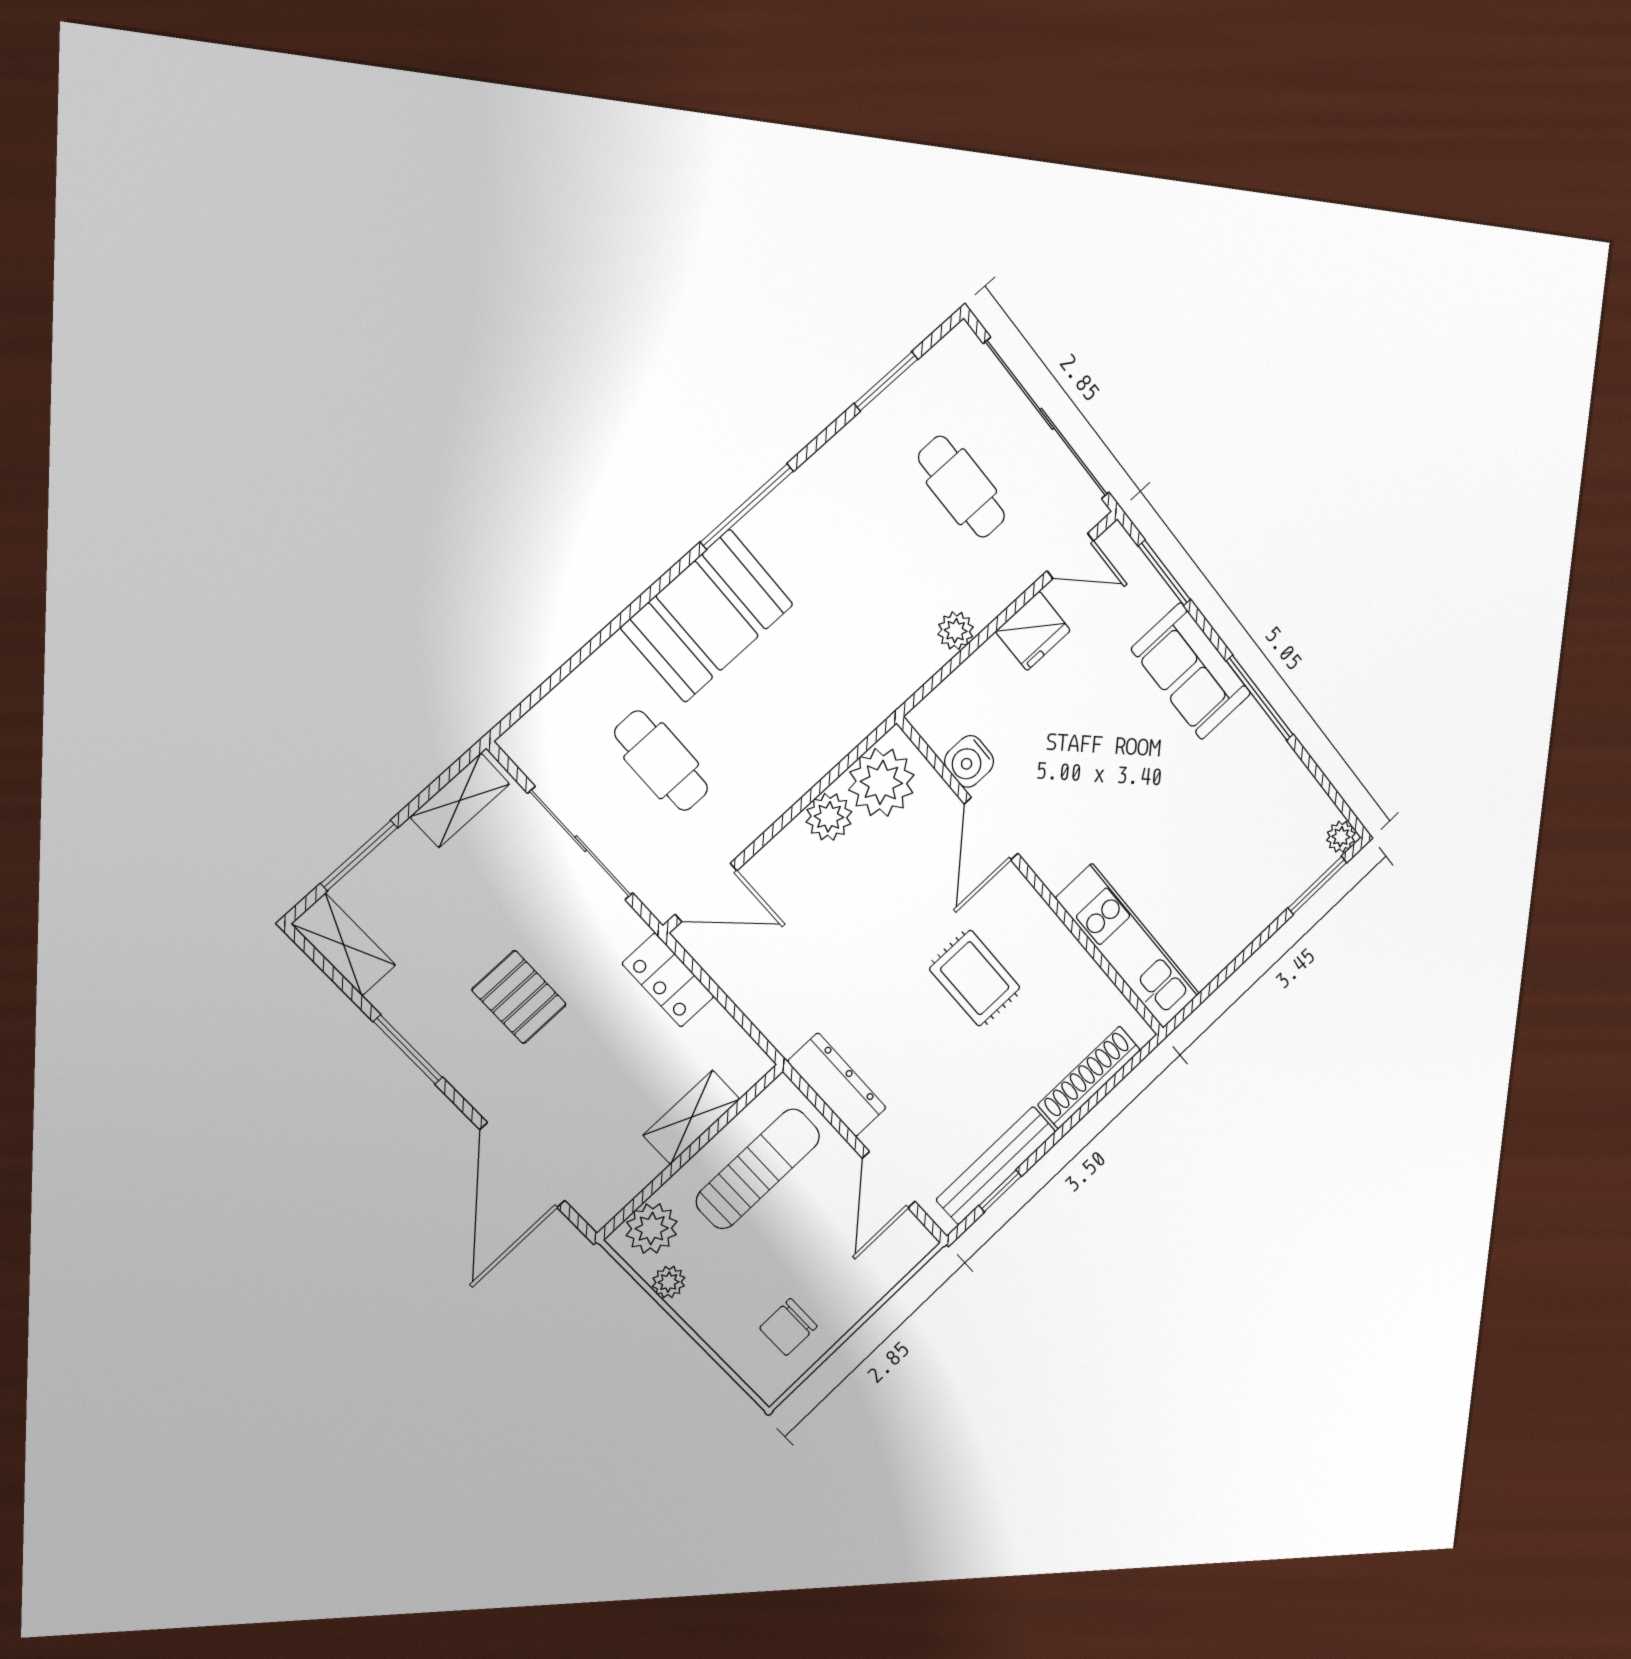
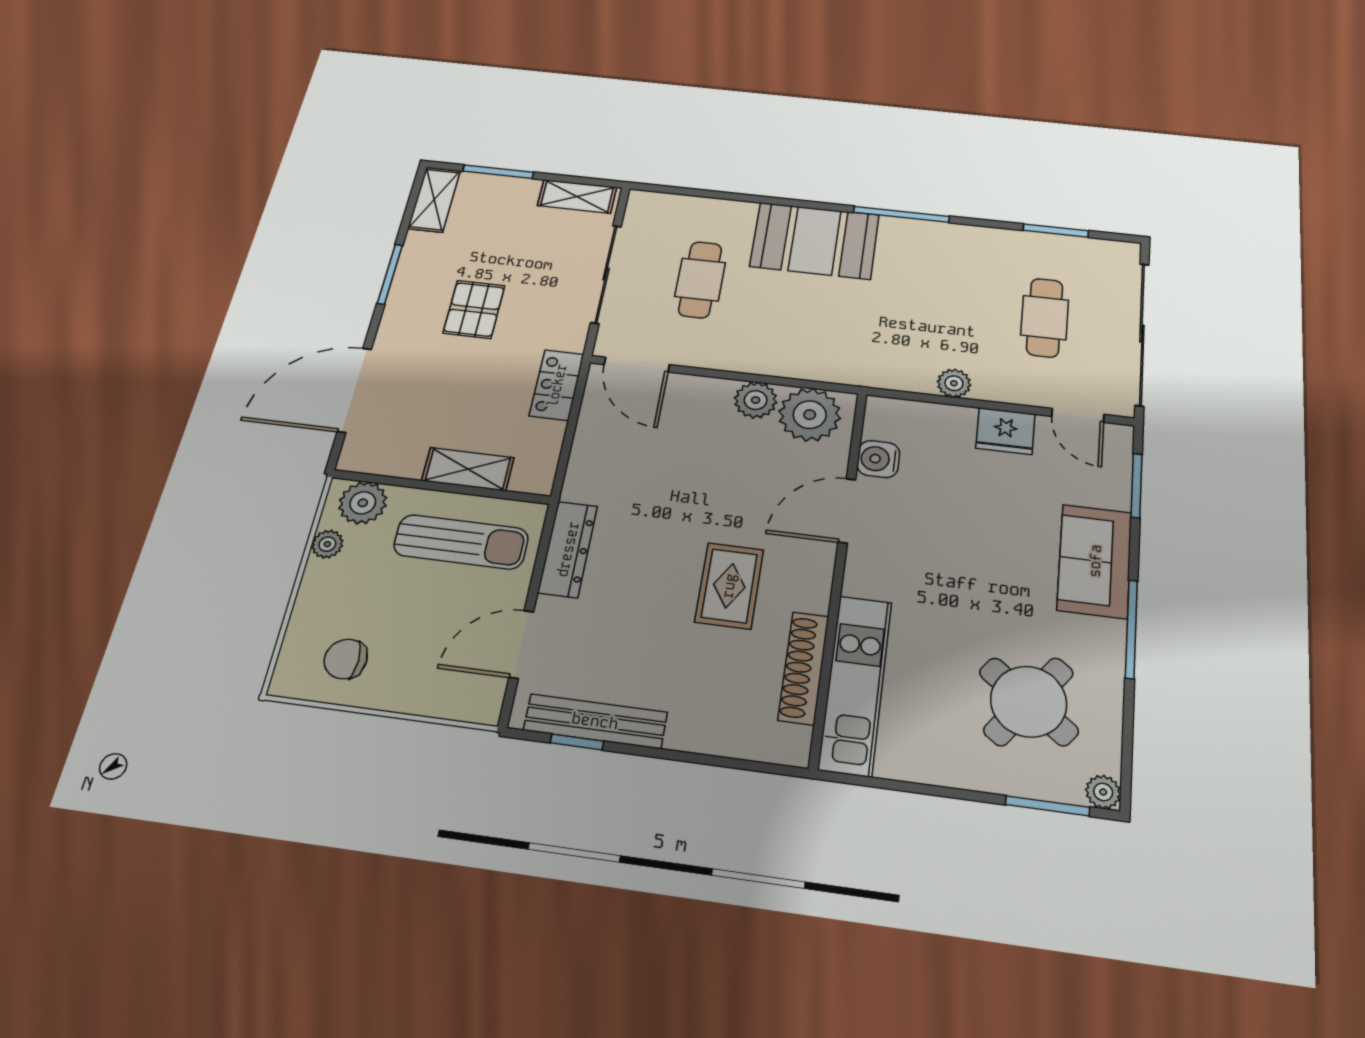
round table: (1244, 829) -> (1029, 702), added
shoe rack: (1089, 1077) -> (803, 668), moved, turned -90

